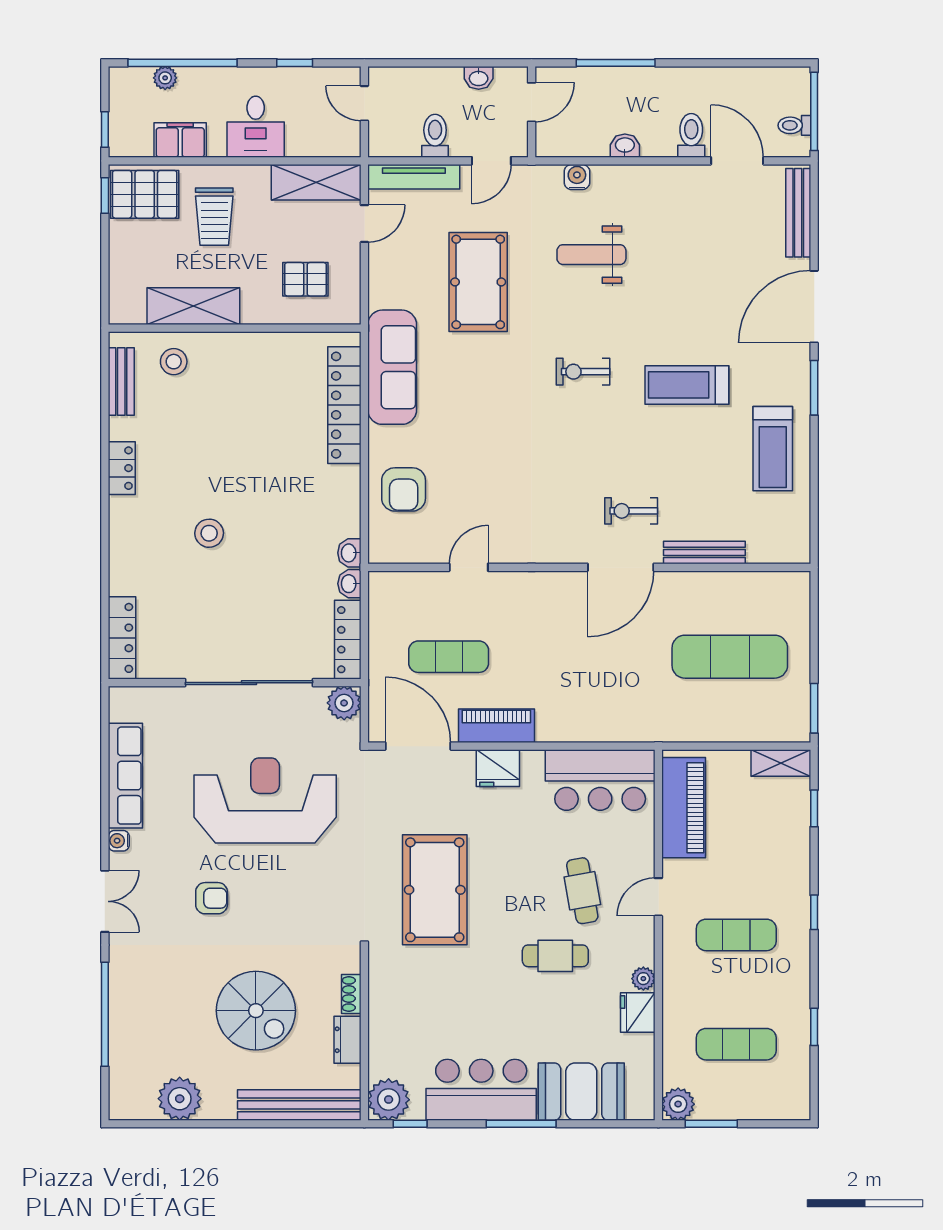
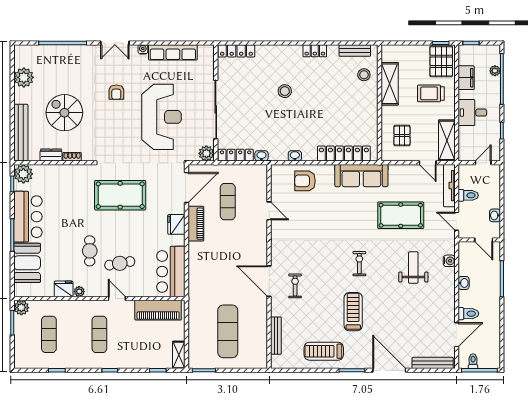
bench: (704, 552) -> (276, 336), moved
washbasin: (349, 553) -> (295, 156), moved
spiral stairs: (256, 1011) -> (64, 113), turned 90

